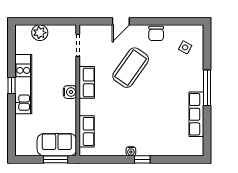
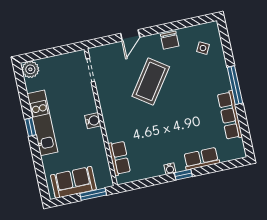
plant: (40, 33) -> (30, 69), moved
row of seats: (87, 82) -> (201, 159), moved, turned -90
sofa: (57, 145) -> (73, 182), moved

